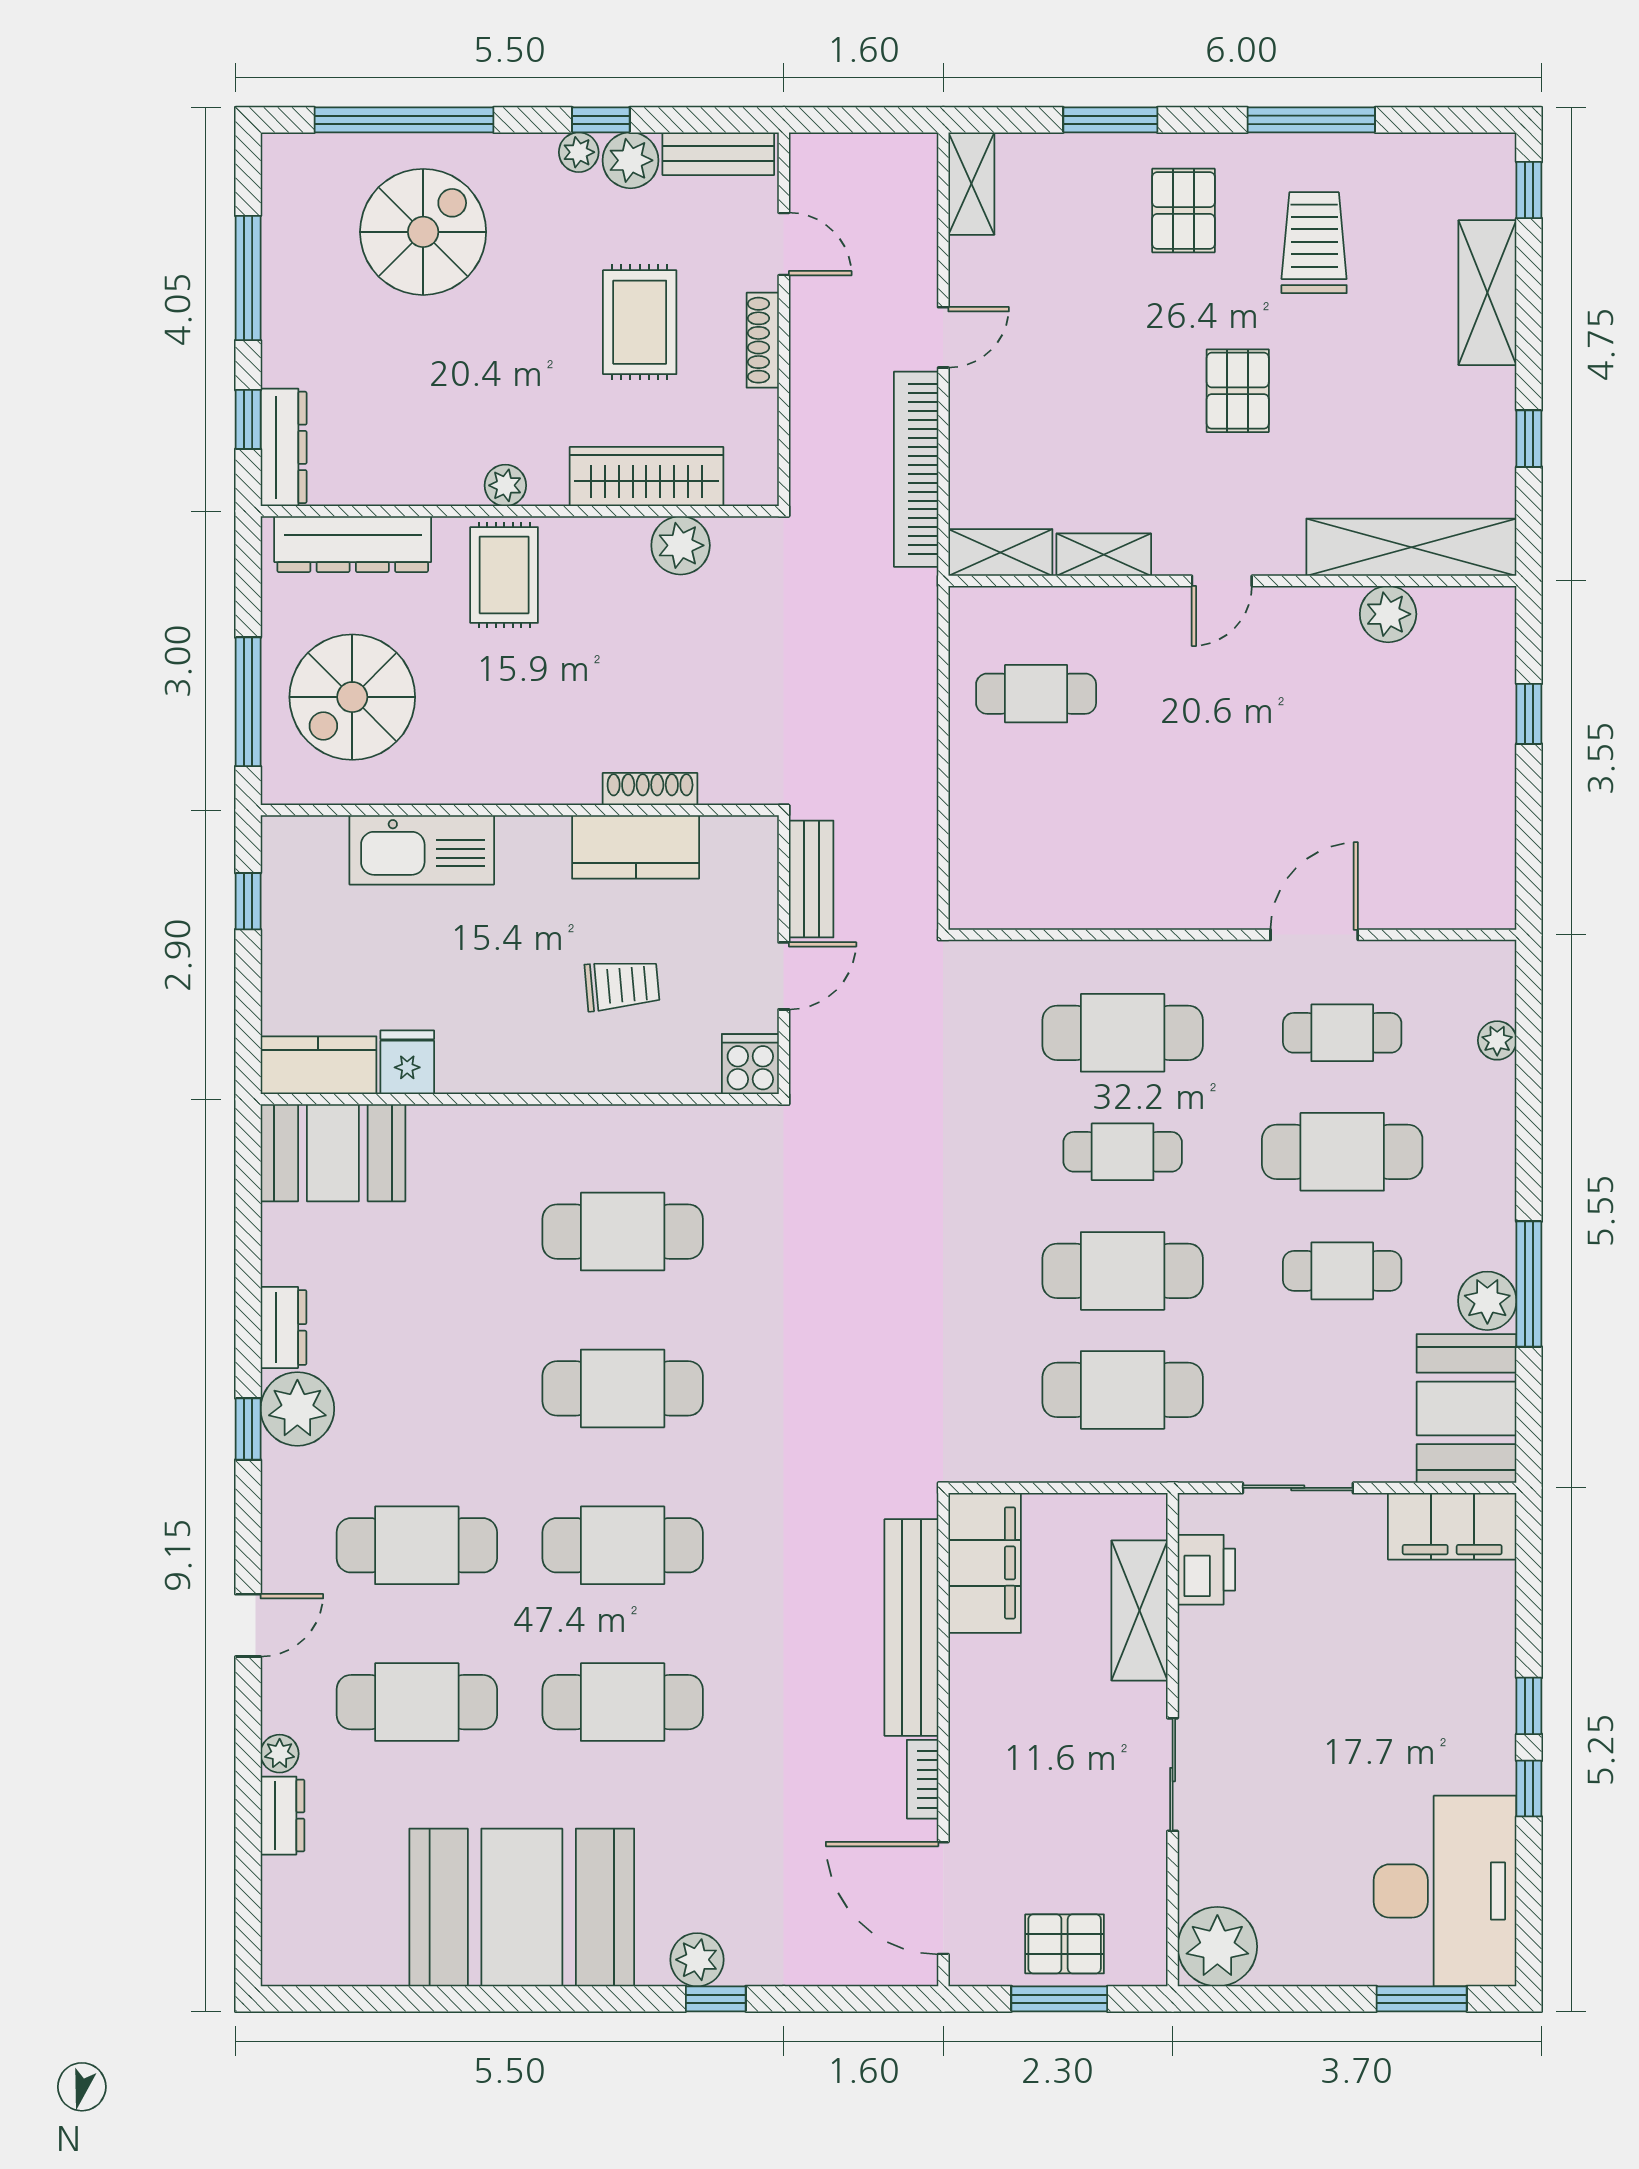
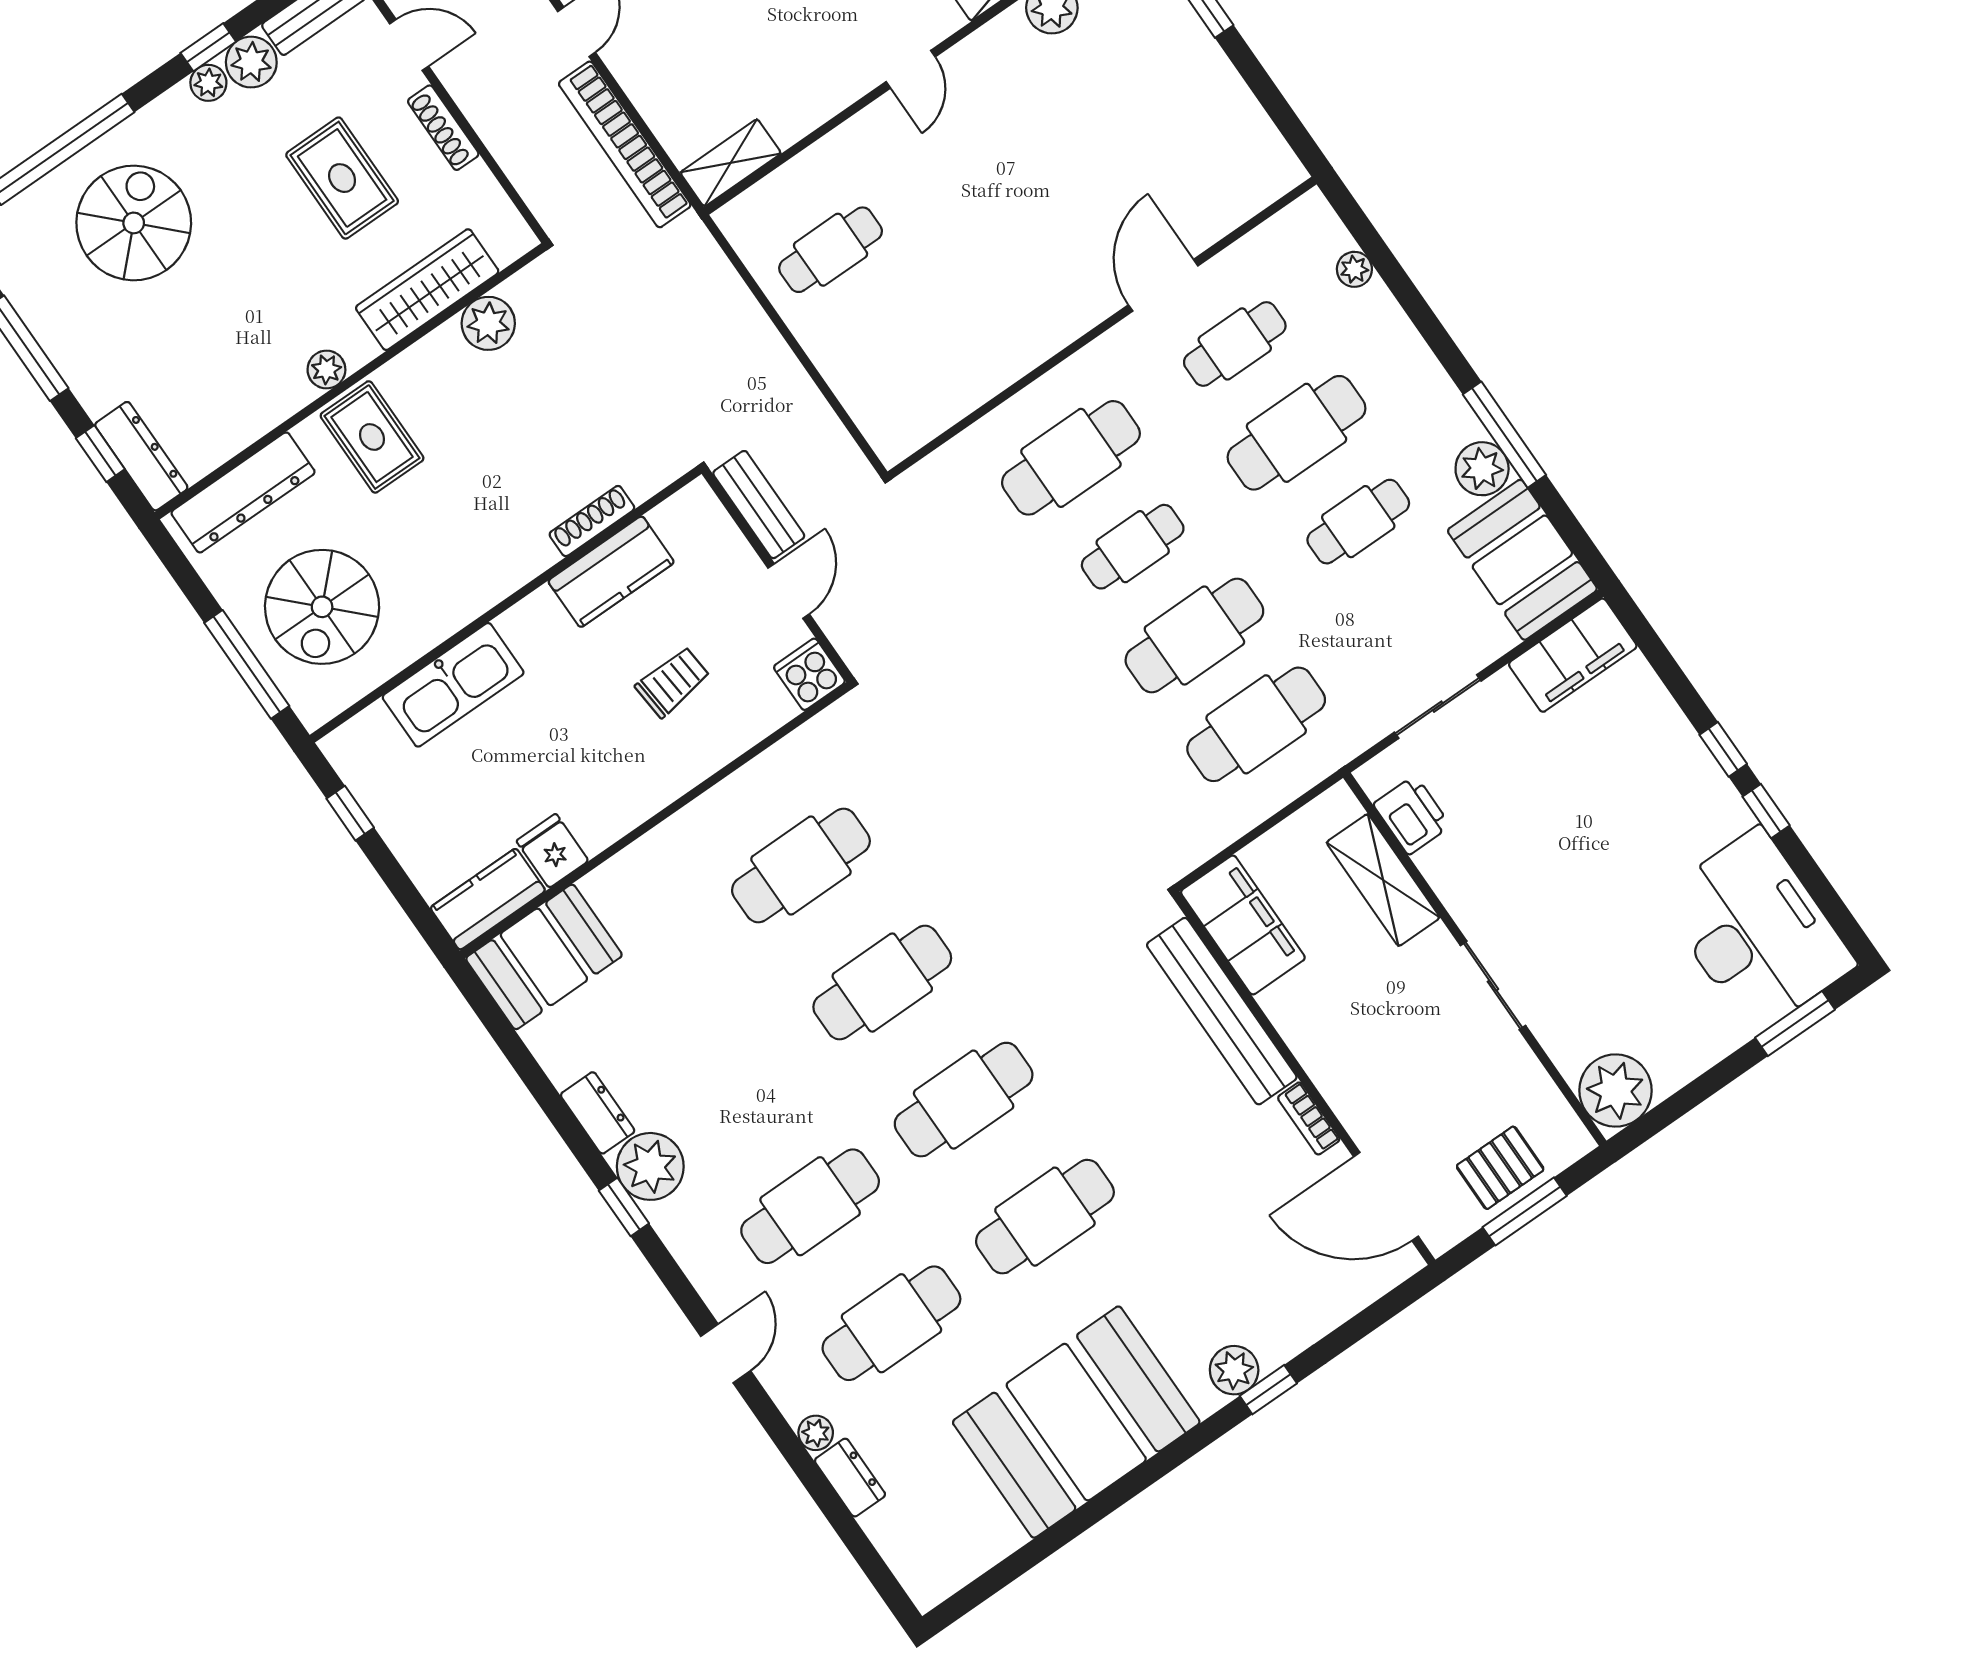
shelving: (1104, 555) -> (809, 111), removed

